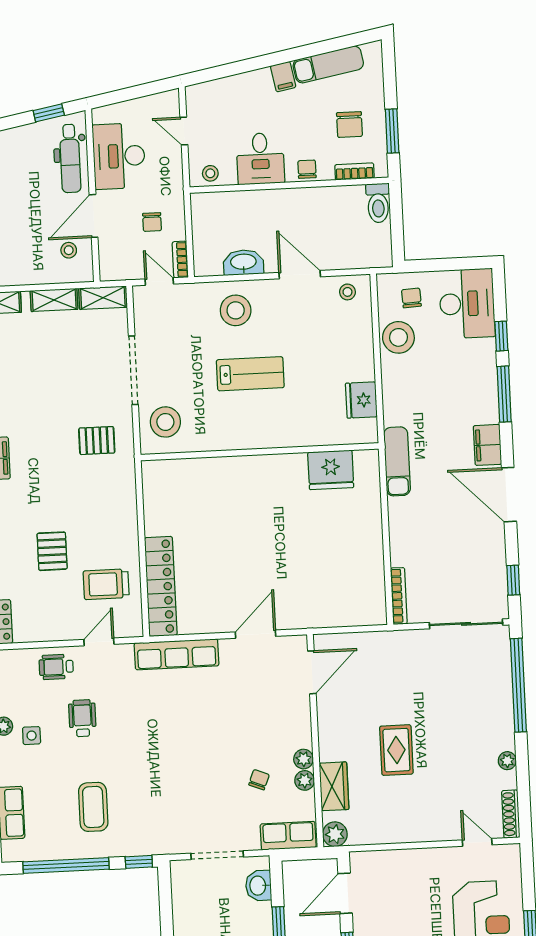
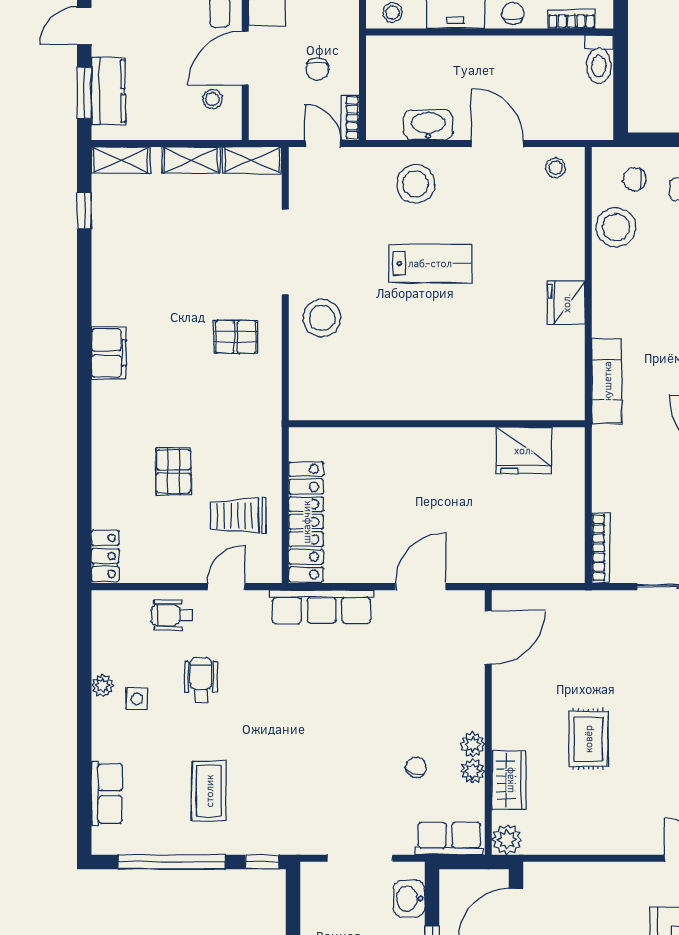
chair: (411, 298) -> (634, 179), turned -87
wall: (260, 452) -> (437, 424), moved
fridge: (331, 470) -> (524, 450), moved

